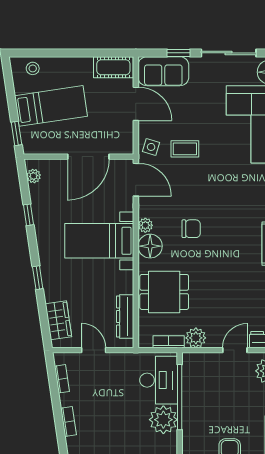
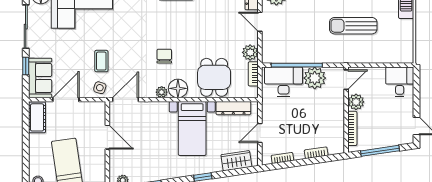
door: (88, 157) -> (107, 137), width x0.73
bed with nightstands: (99, 241) -> (192, 128), moved

